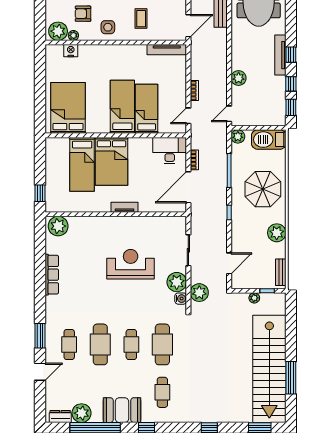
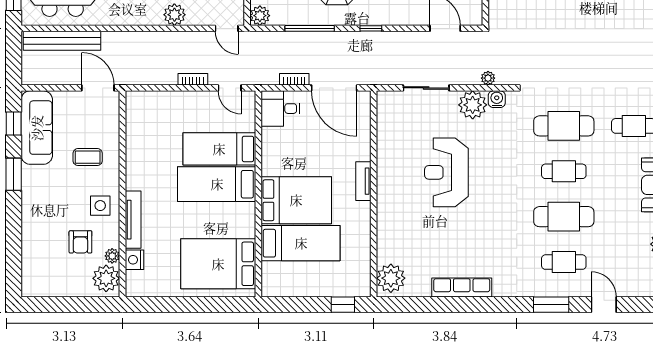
tv unit: (167, 50) -> (133, 220), moved
desk: (170, 150) -> (280, 109), width x0.73
plant: (199, 293) -> (488, 78), width x0.53, depth x0.53

